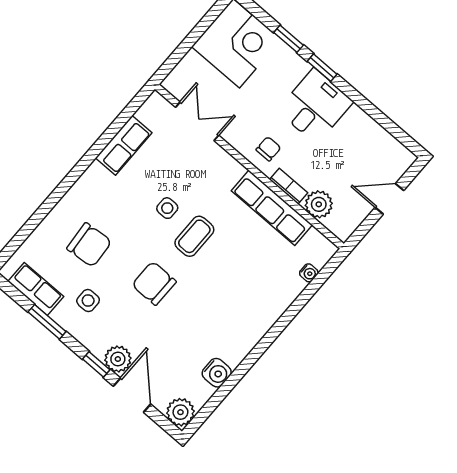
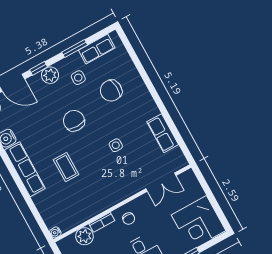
row of seats: (272, 208) -> (25, 169), moved, turned 90
coffee table: (194, 236) -> (66, 167), moved
water cooler: (309, 273) -> (55, 232), moved
chair: (154, 283) -> (74, 121), turned -90
plant: (118, 359) -> (50, 75), moved

